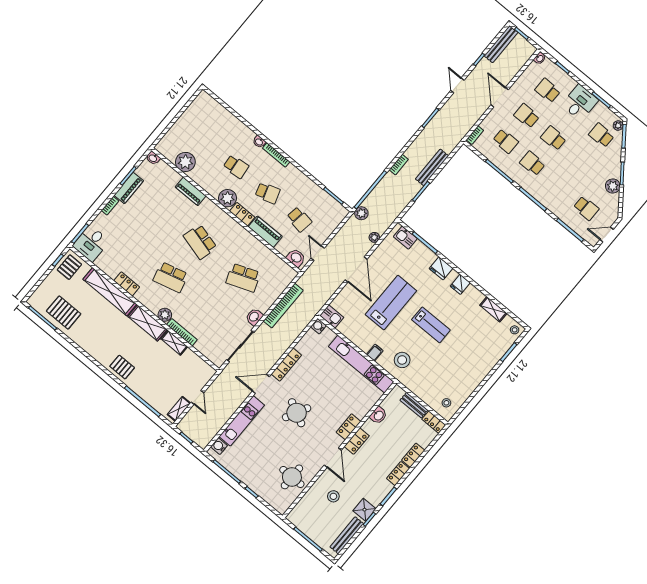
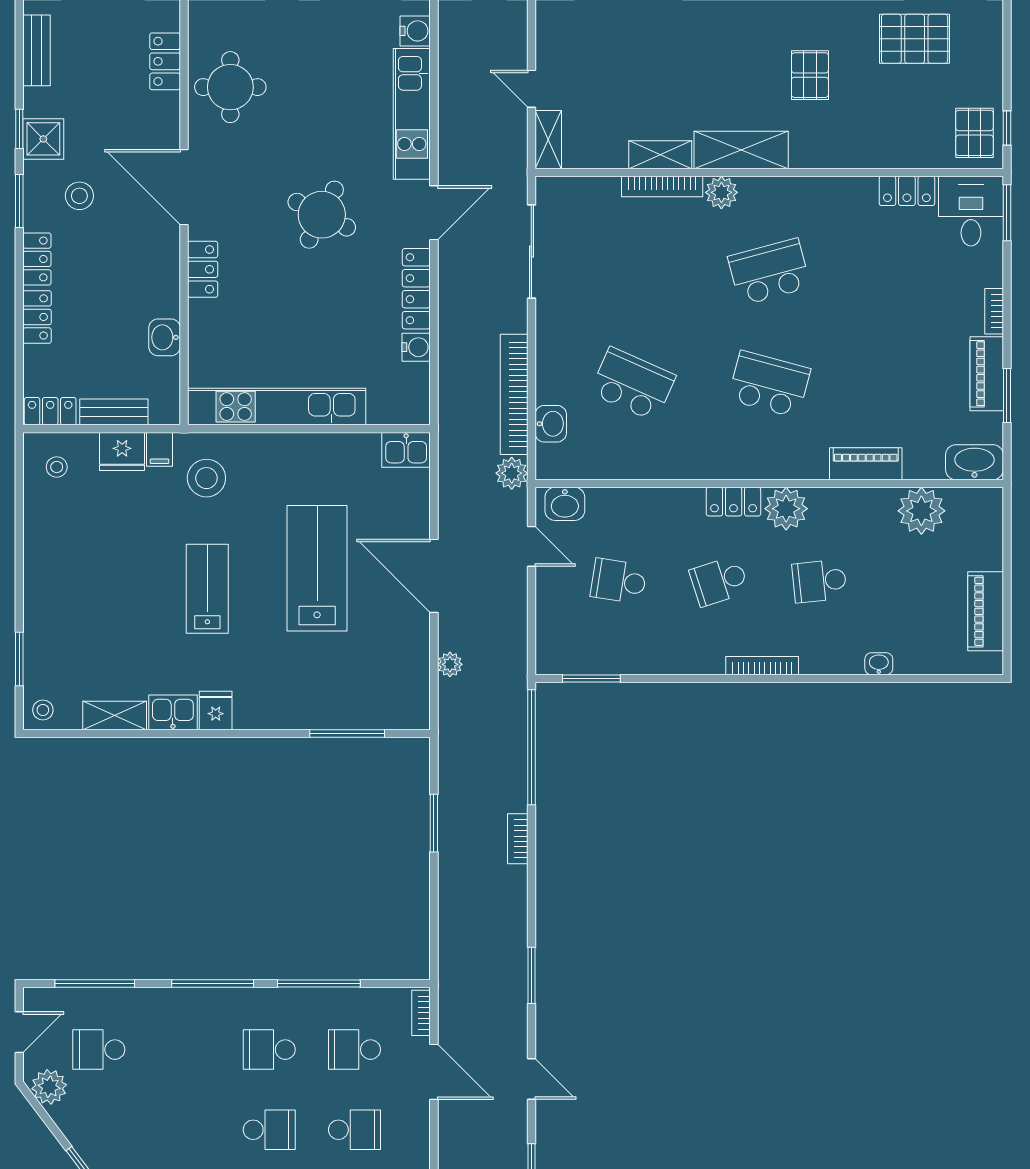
door: (500, 97) -> (434, 1072), moved
washbasin: (259, 142) -> (879, 664), moved
washbasin: (153, 158) -> (974, 462), width x1.91, depth x1.45
school desk: (532, 163) -> (269, 1050), turned 180
bench: (432, 167) -> (451, 885), removed
plant: (613, 186) -> (49, 1087), moved
plant: (361, 213) -> (512, 473), moved
piano: (265, 232) -> (986, 611), moved, turned 90
kitchen sink: (405, 238) -> (173, 712), moved
fridge: (441, 268) -> (122, 451), moved, turned 180
school desk: (243, 278) -> (633, 384), turned 45
locker: (127, 284) -> (907, 191), moved
shelving: (110, 292) -> (861, 150), removed
lab bench: (391, 303) -> (317, 568), turned 180
washbasin: (254, 317) -> (551, 424), moved
lab bench: (431, 325) -> (207, 589), turned 90
water cooler: (318, 326) -> (416, 347), moved
filing cabinet: (375, 353) -> (159, 449), moved
pallet: (122, 367) -> (810, 75), moved, turned 90
shelving: (179, 409) -> (548, 140), moved
locker: (357, 441) -> (165, 61), moved
door: (333, 458) -> (184, 187), width x1.36
stool: (333, 496) -> (79, 196), moved
bench: (347, 535) -> (37, 50), width x0.73

